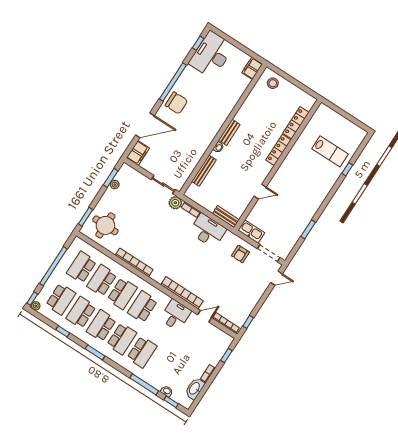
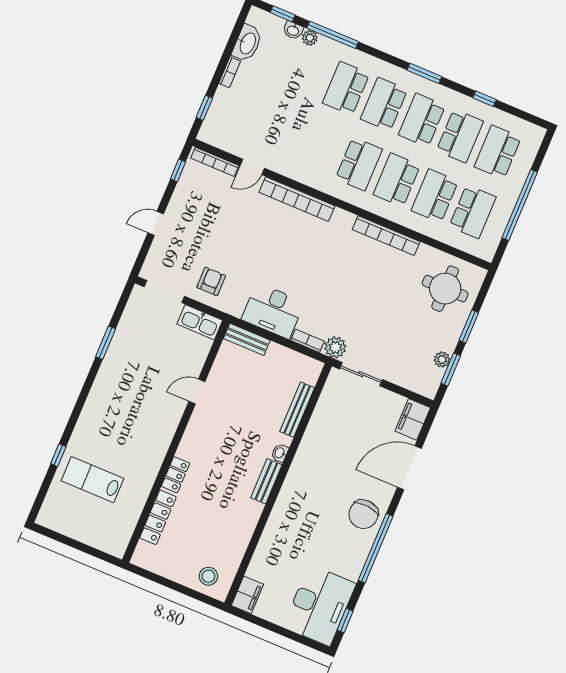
chair: (176, 103) -> (363, 514), turned -86
locker: (278, 150) -> (176, 475), width x0.66
window: (85, 217) -> (469, 326), moved
door: (276, 278) -> (156, 223), moved
school desk: (102, 280) -> (435, 196), turned 180
window: (32, 299) -> (545, 144), removed
plant: (36, 306) -> (310, 38), moved
desk: (175, 315) -> (301, 160), removed
school desk: (101, 326) -> (422, 120), turned 180

